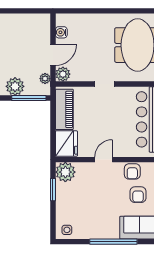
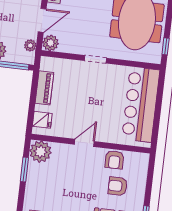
piano: (64, 109) -> (44, 88), width x0.73, depth x0.75
fridge: (66, 144) -> (42, 120), width x0.53, depth x0.75
armchair: (138, 195) -> (118, 186), turned 90

